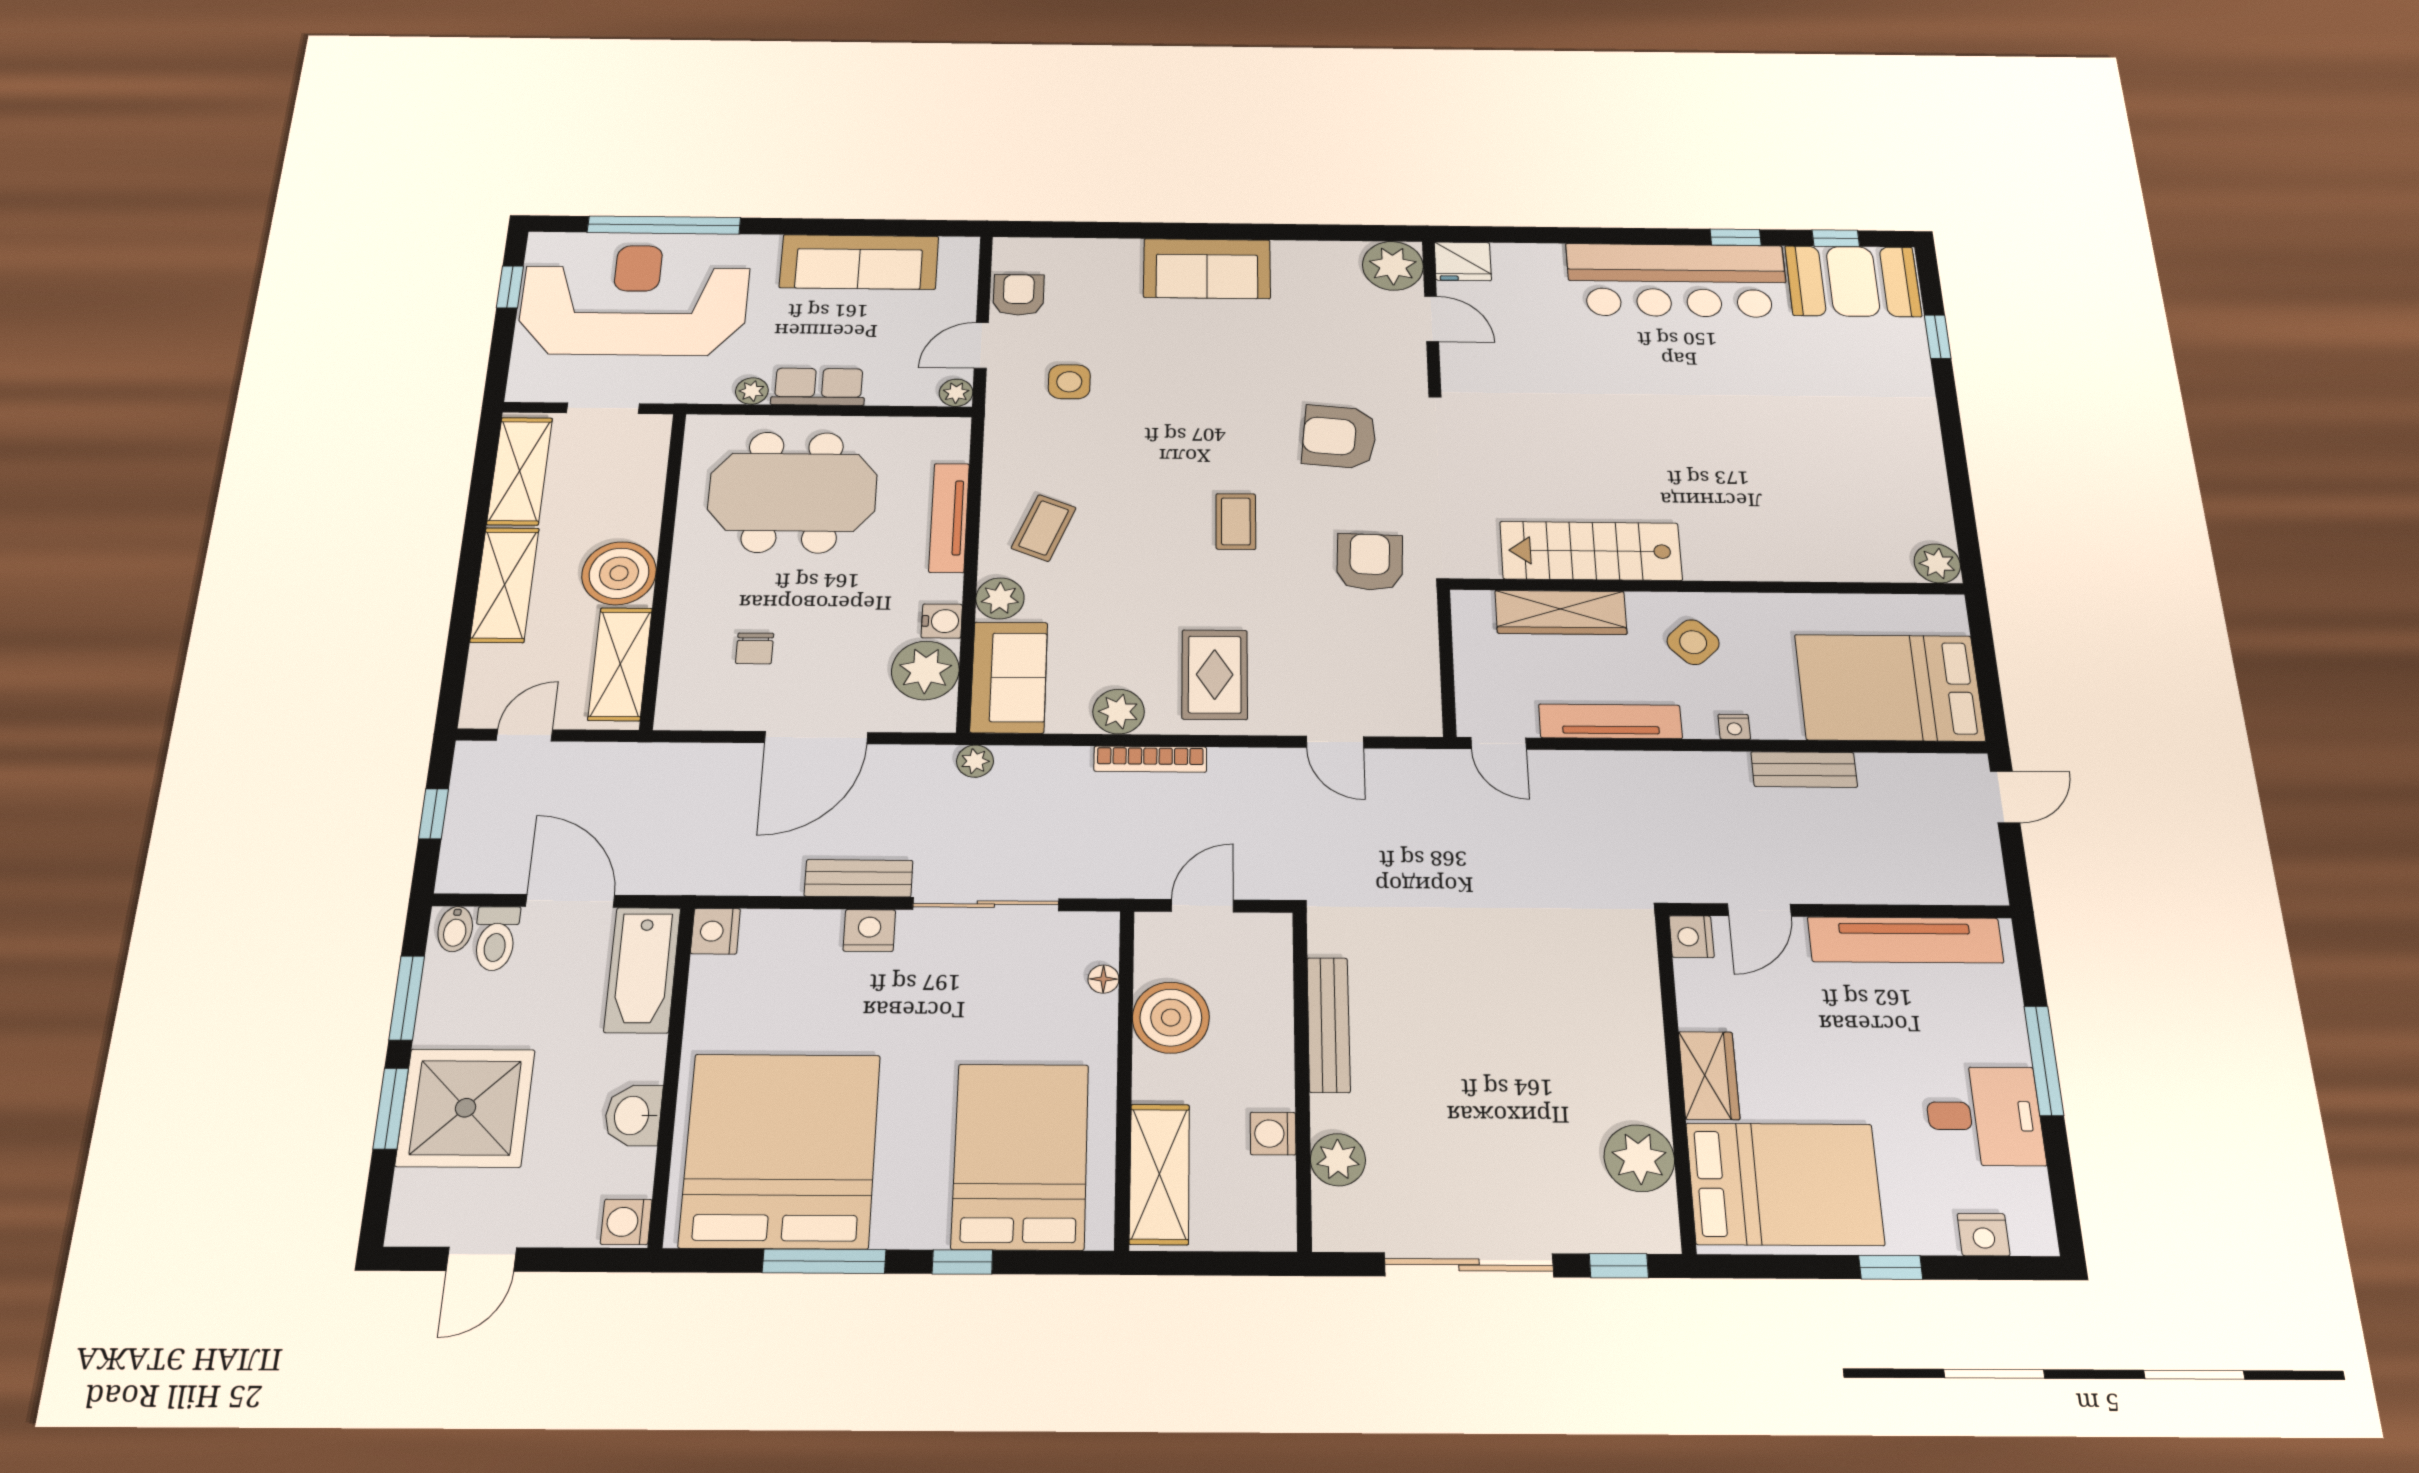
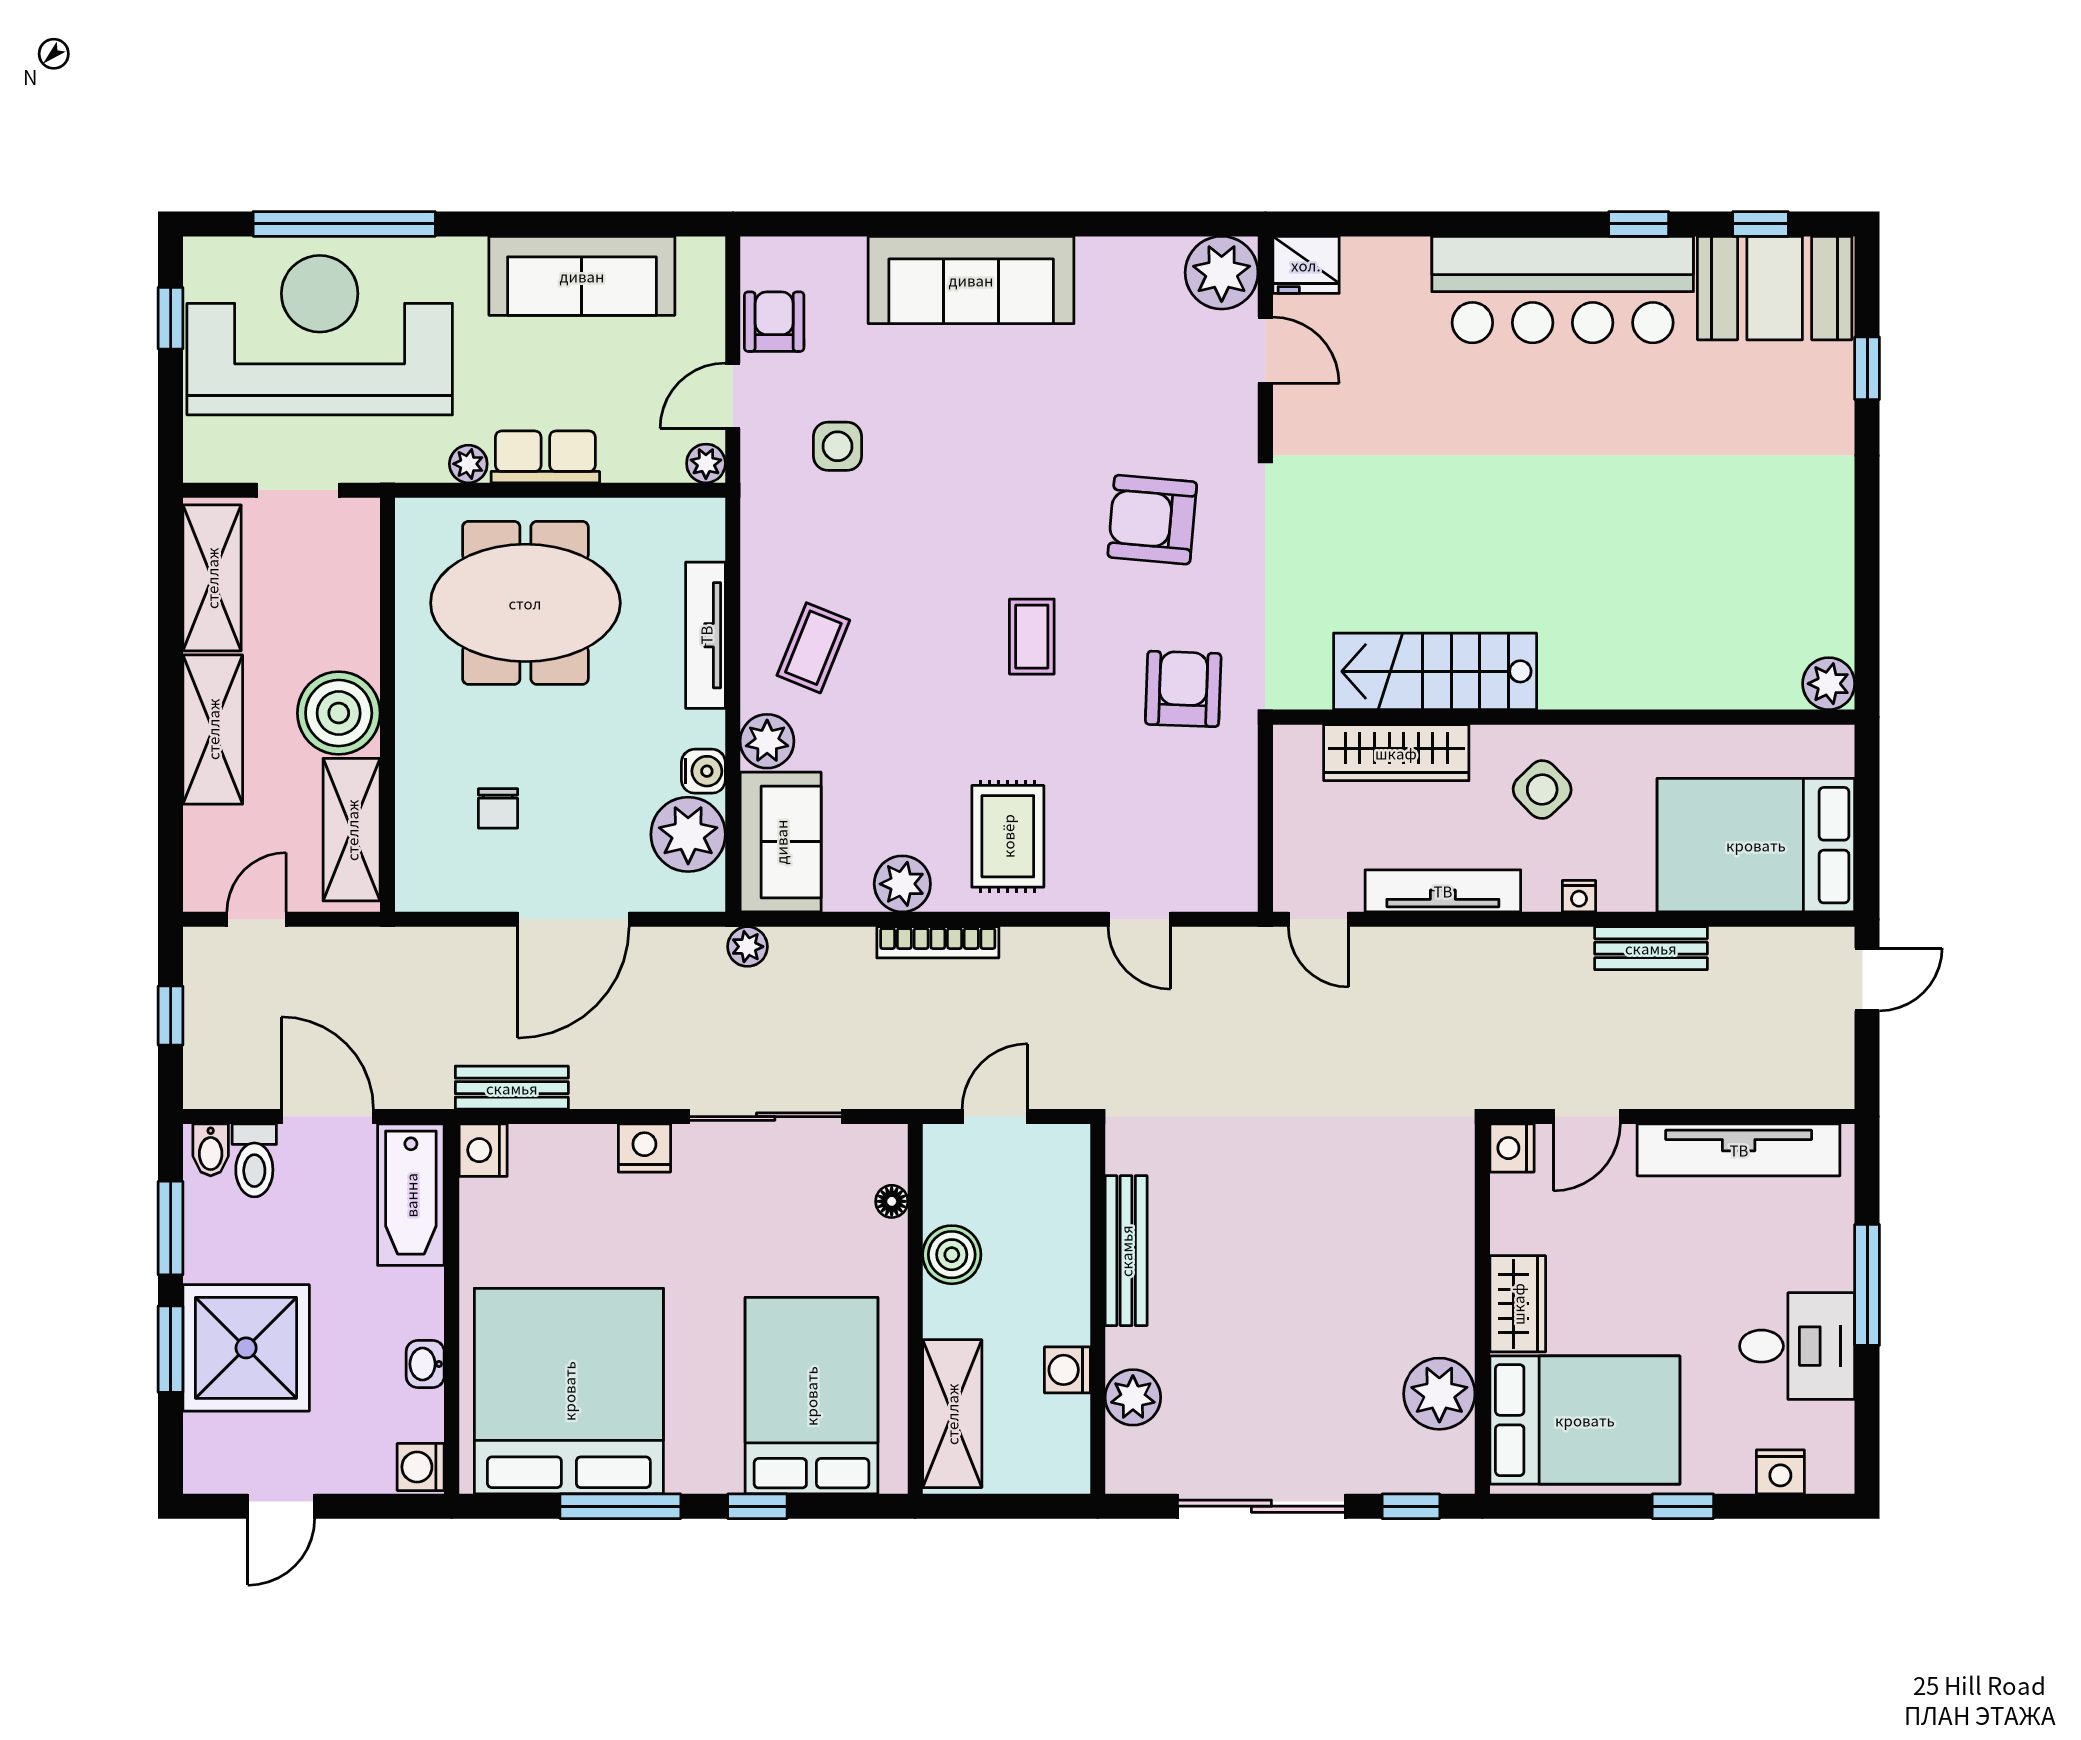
sofa: (1207, 269) -> (971, 280), width x1.36
bench: (859, 878) -> (512, 1088), moved
boiler: (1171, 1018) -> (952, 1255), width x0.73, depth x0.73
washbasin: (633, 1115) -> (425, 1364), width x0.72, depth x0.69

